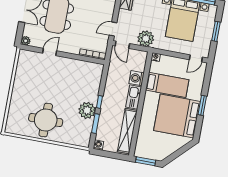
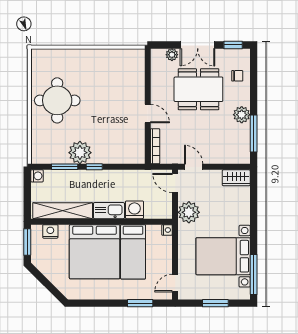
plant: (26, 41) -> (172, 55), moved
door: (122, 45) -> (175, 183), hinge flipped
door: (50, 52) -> (148, 114), moved
door: (196, 58) -> (175, 283), hinge flipped
window: (202, 105) -> (140, 303), moved
bed: (177, 116) -> (95, 252), moved, turned 180
nightstand: (141, 143) -> (50, 231), added

